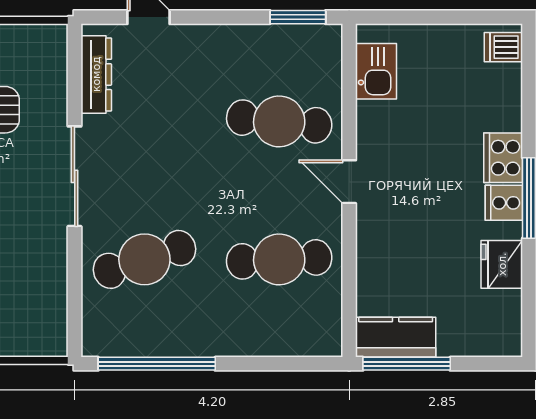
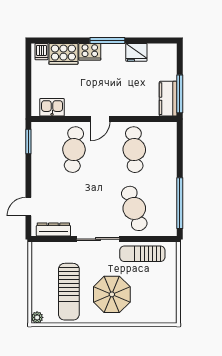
cooker: (504, 203) -> (63, 54), moved, width x1.87, depth x1.31
sun lounger: (41, 278) -> (142, 254), added

